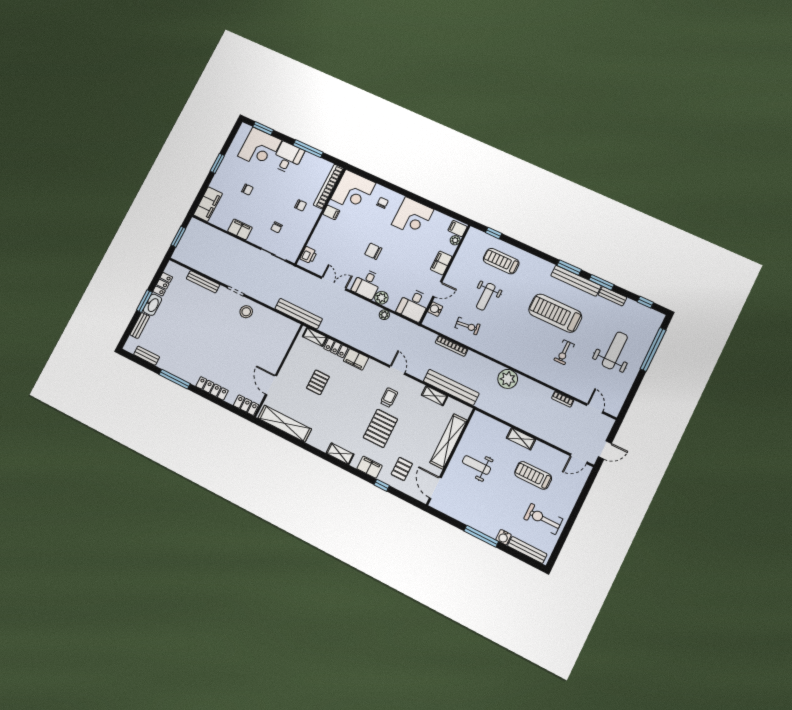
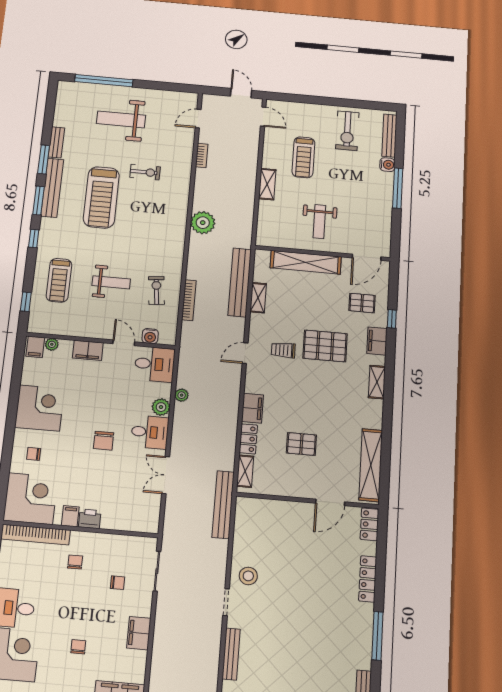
printer: (309, 255) -> (90, 519), moved
window: (645, 302) -> (34, 239), moved

